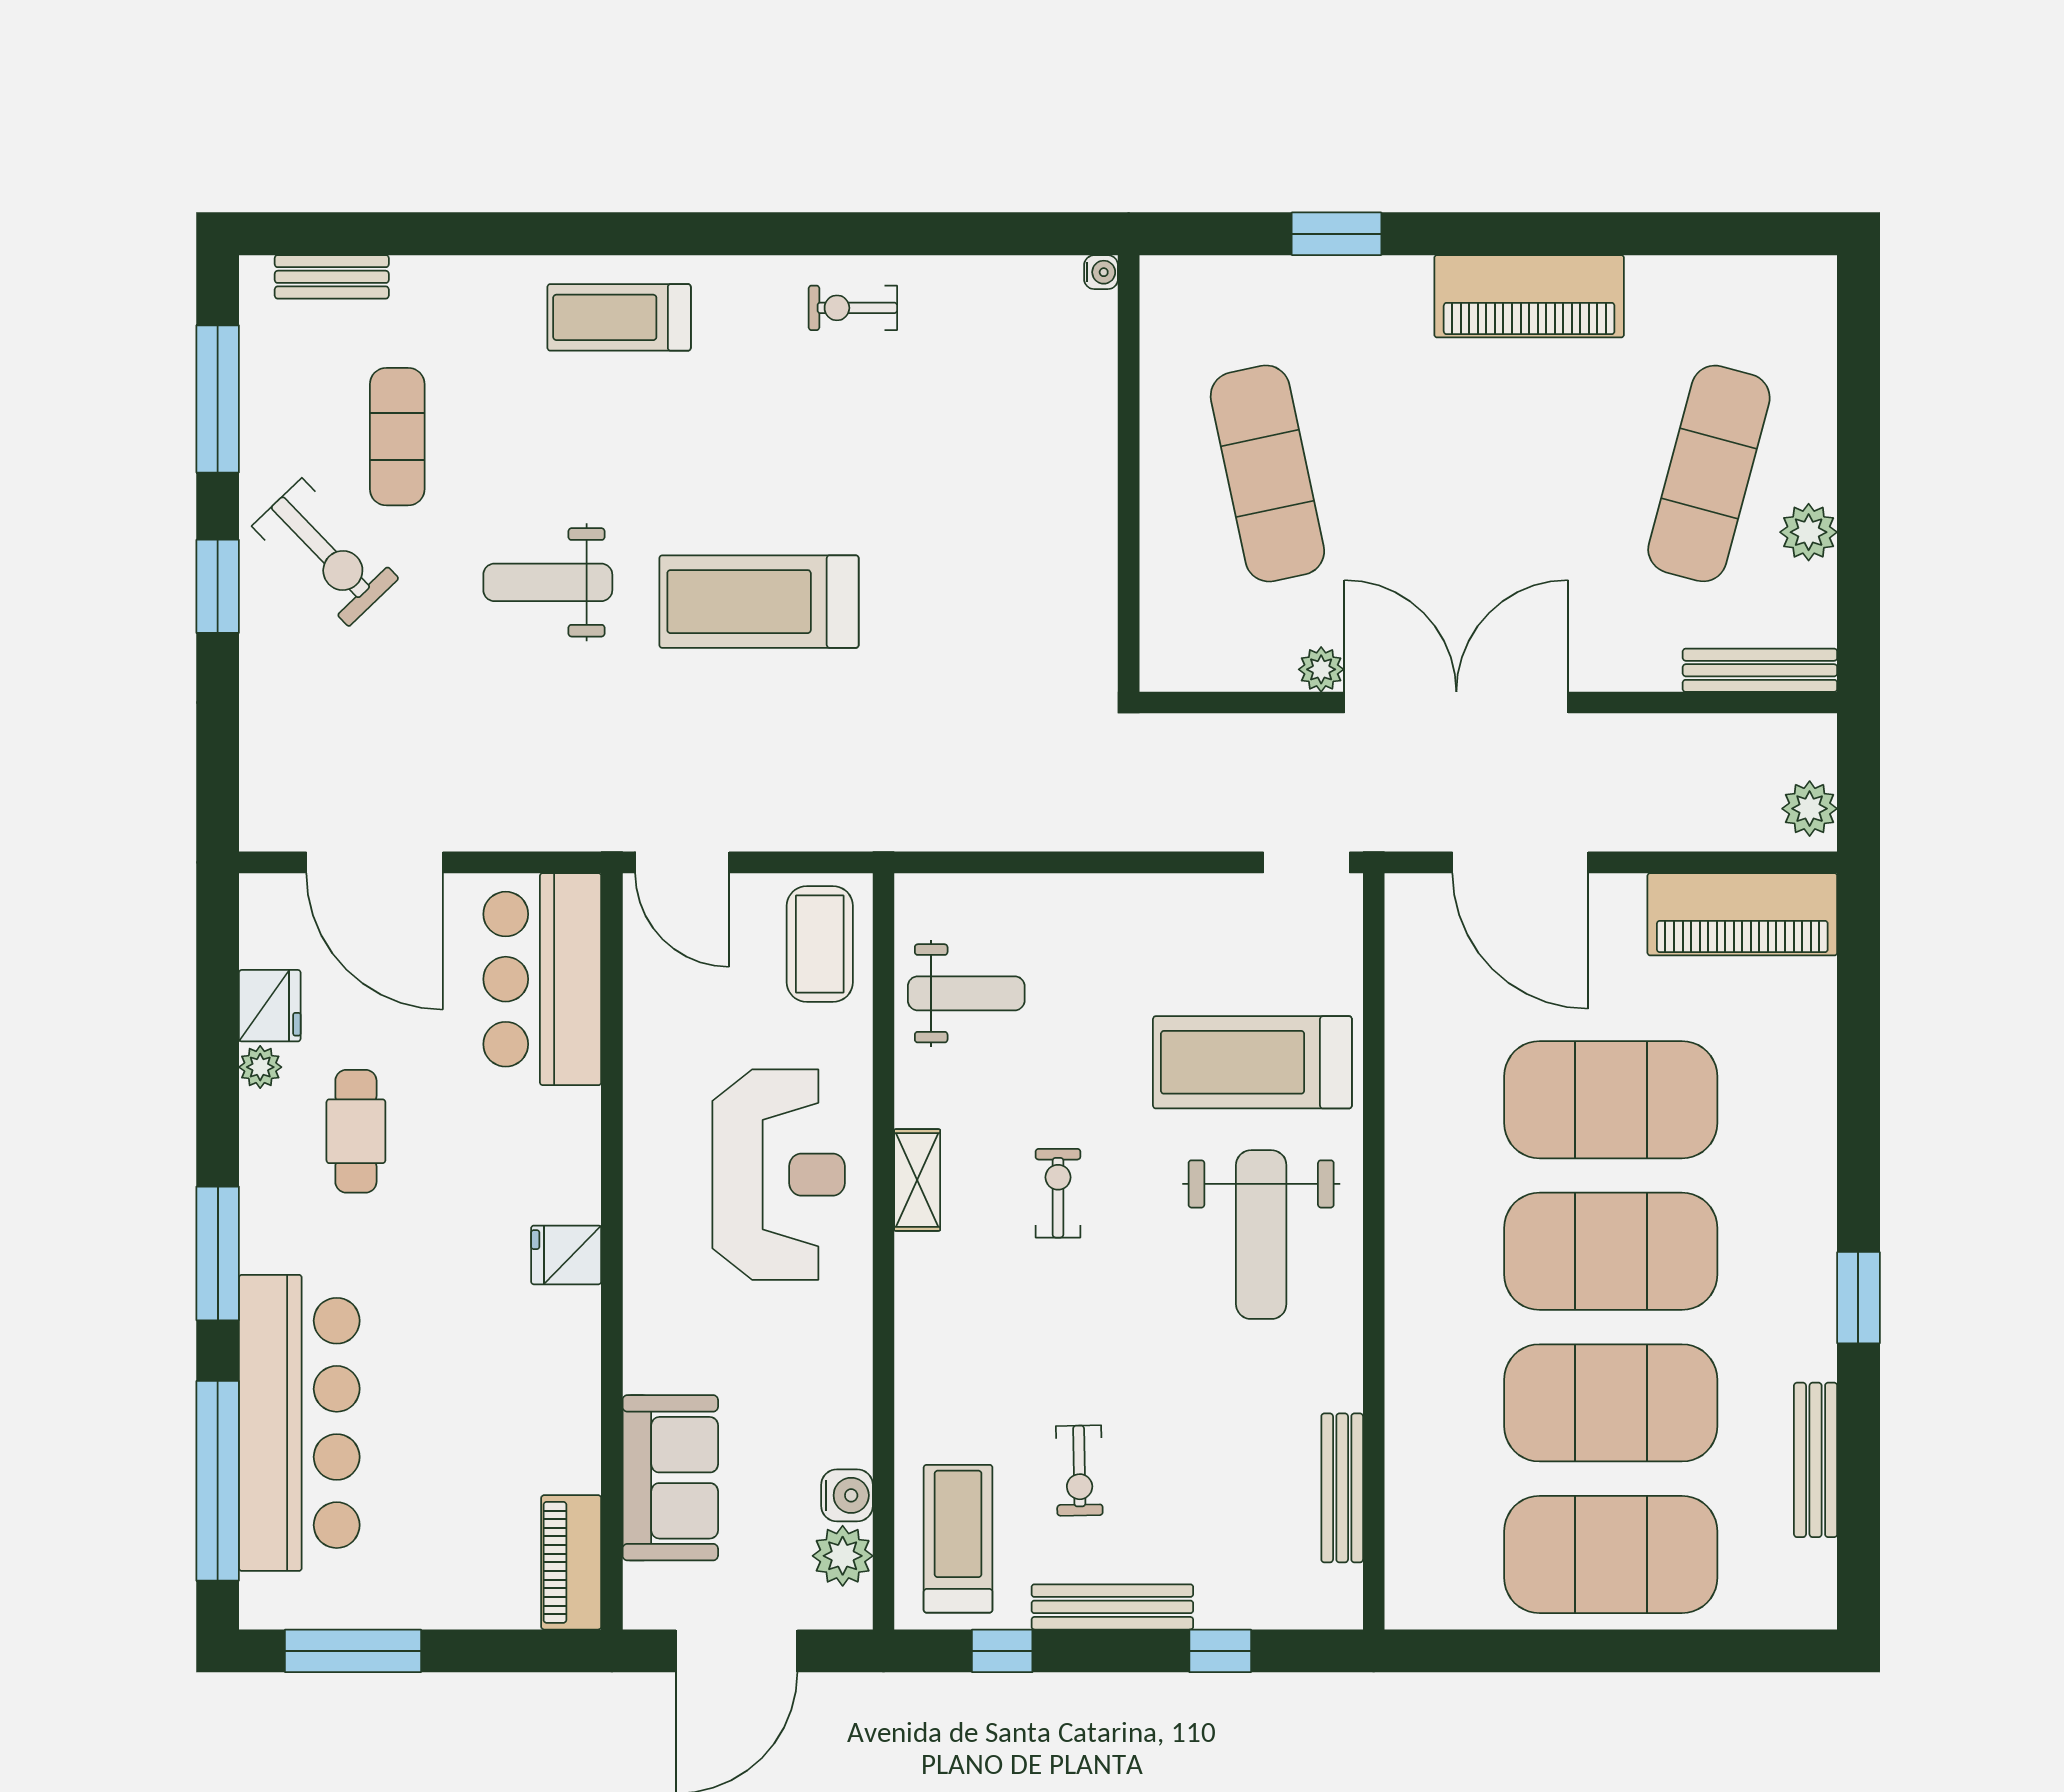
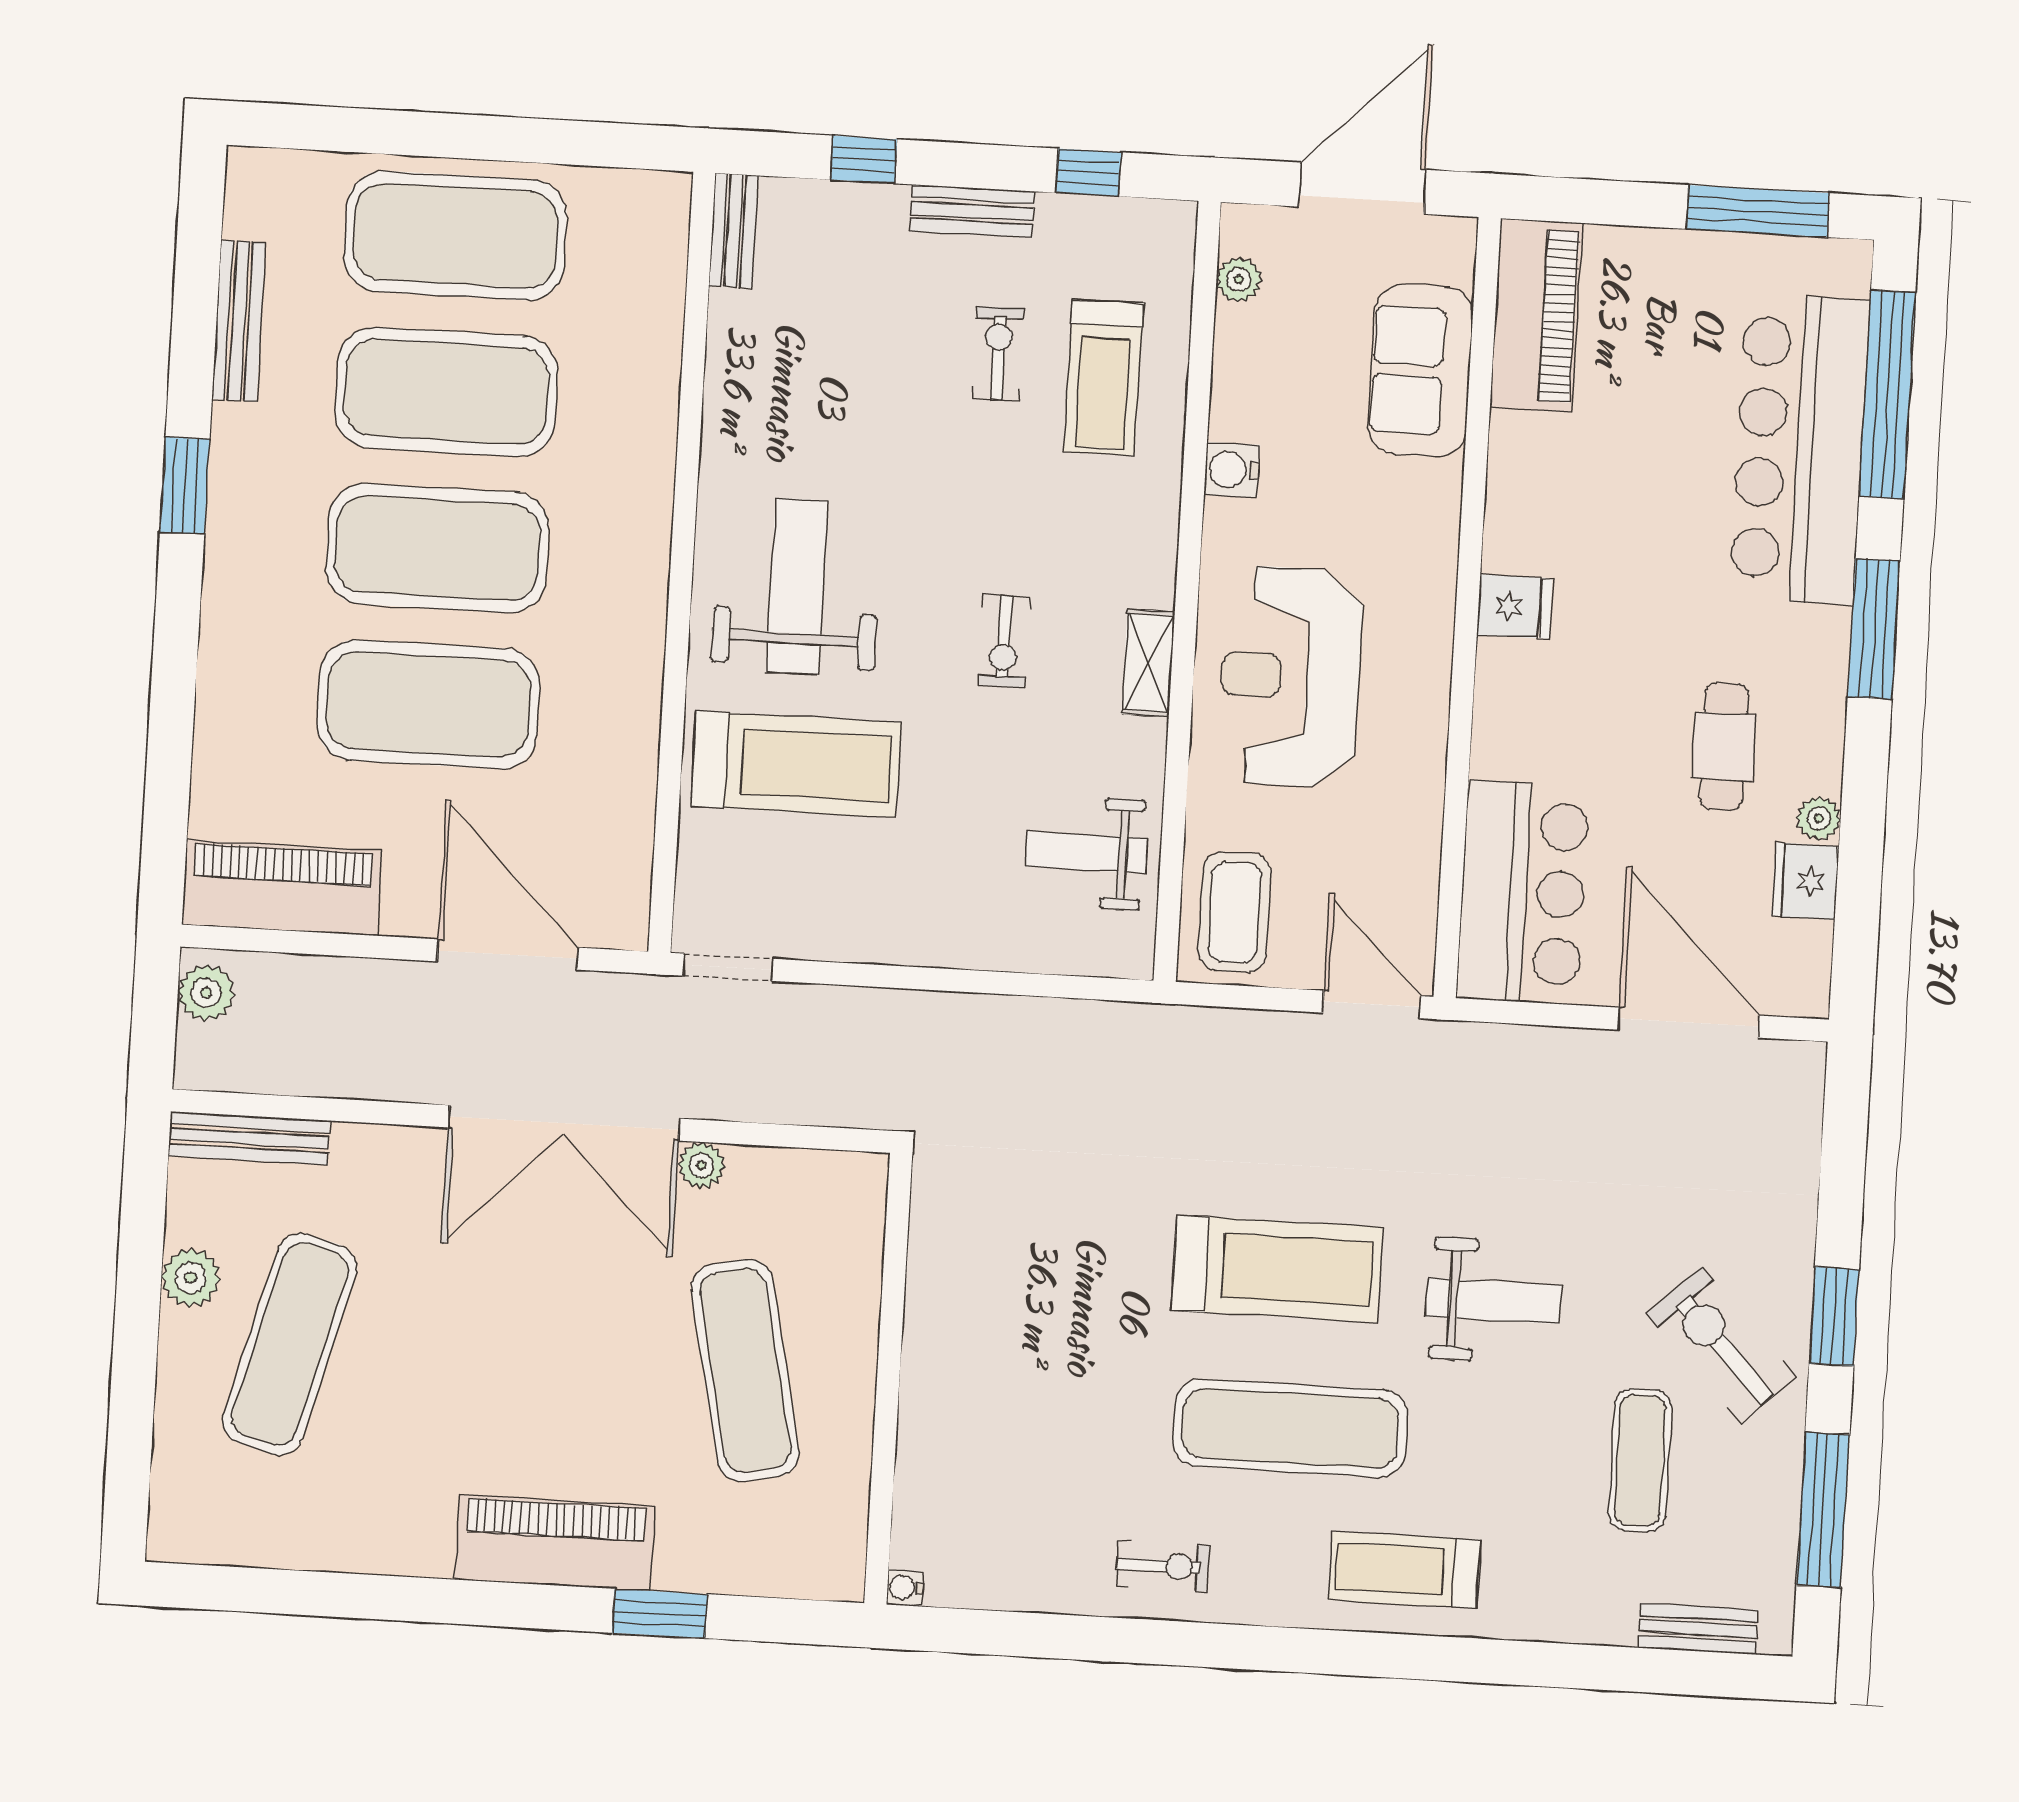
piano: (1529, 296) -> (555, 1543), moved
treadmill: (619, 317) -> (1404, 1570), turned 180
exercise mat: (737, 448) -> (1290, 1428), added
bench: (1342, 1488) -> (734, 230), moved, width x0.73
water cooler: (847, 1495) -> (1232, 470), moved
treadmill: (958, 1539) -> (1104, 377), moved
plant: (843, 1556) -> (1239, 279), width x0.73, depth x0.73
piano: (571, 1562) -> (1536, 315), width x1.37, depth x1.33
bench: (1112, 1607) -> (972, 211), width x0.73

